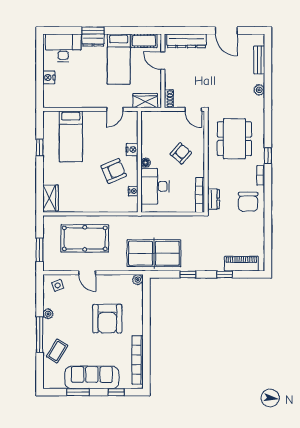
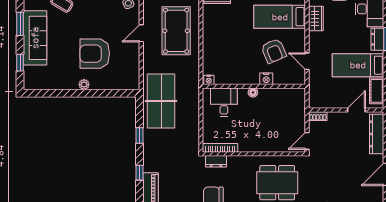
wardrobe: (145, 101) -> (316, 18), moved
armchair: (181, 153) -> (262, 128), removed
armchair: (114, 171) -> (274, 51), moved
desk: (155, 186) -> (224, 102), width x0.73
nightstand: (133, 191) -> (209, 80), moved
plant: (138, 280) -> (84, 85), moved
bookcase: (137, 360) -> (53, 84), removed

